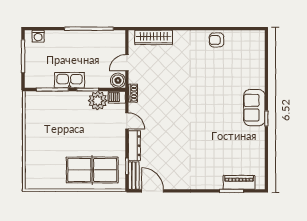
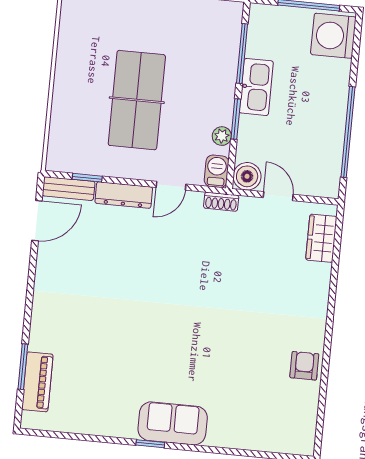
washing machine: (38, 36) -> (333, 36), width x1.89, depth x1.89
wardrobe: (154, 37) -> (321, 238), width x0.67
plant: (98, 101) -> (222, 136), width x0.53, depth x0.53
table tennis table: (92, 170) -> (137, 100), moved

